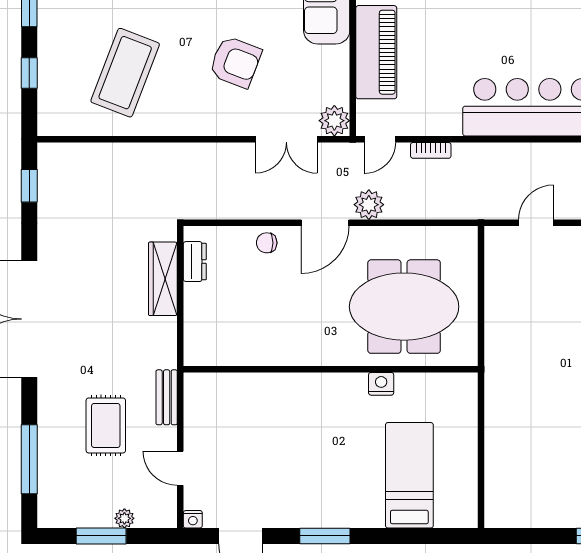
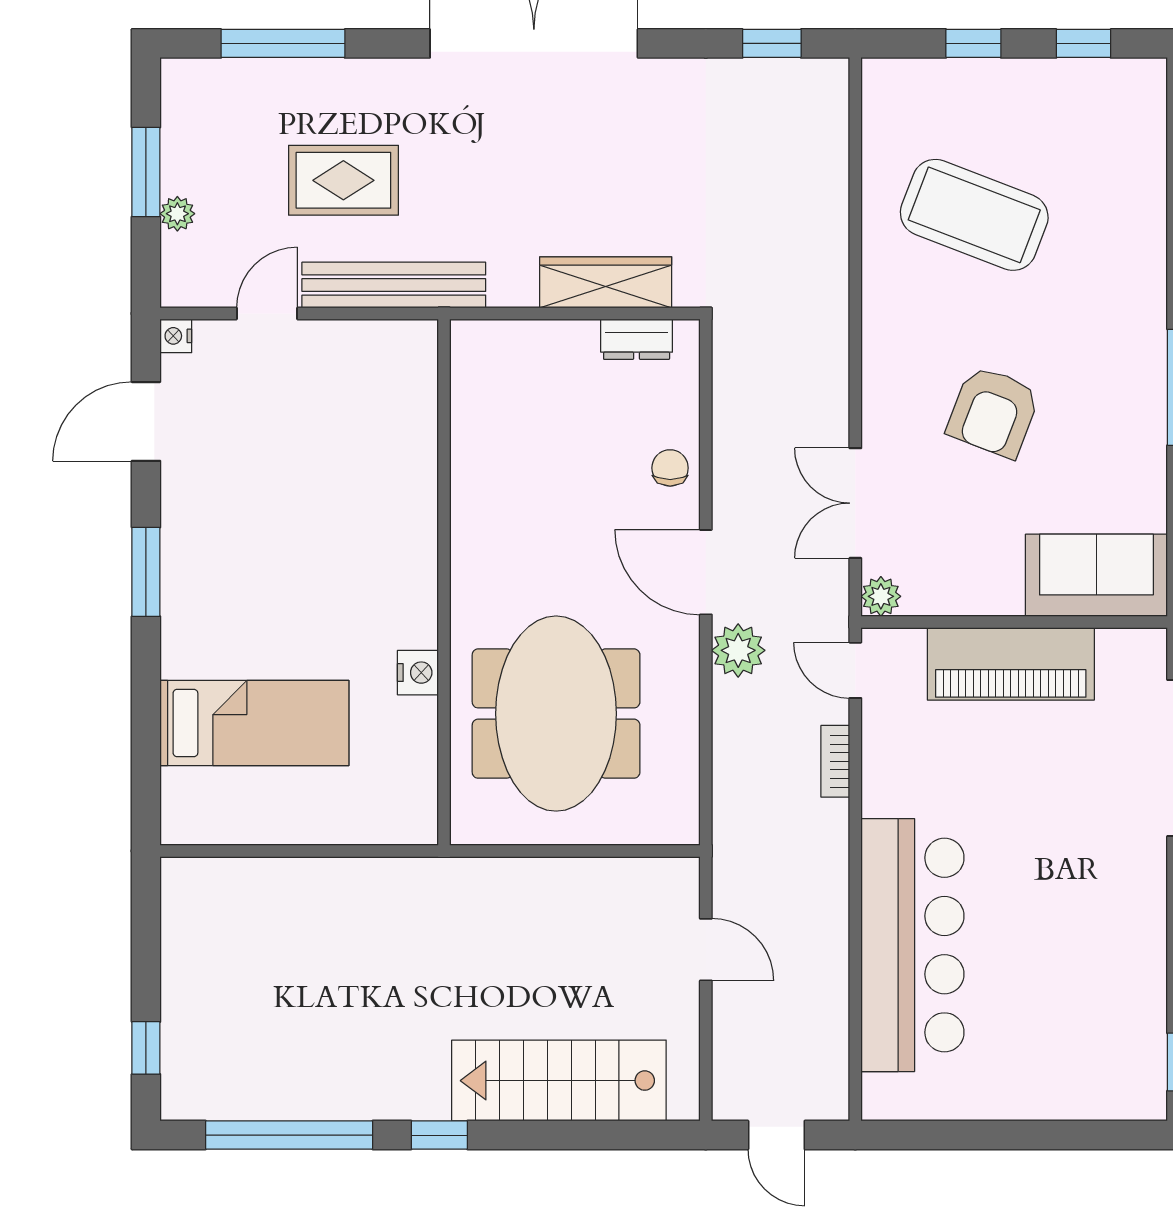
plant: (334, 121) -> (881, 596), width x0.73, depth x0.73
bench: (167, 397) -> (394, 285), width x1.86, depth x1.21

